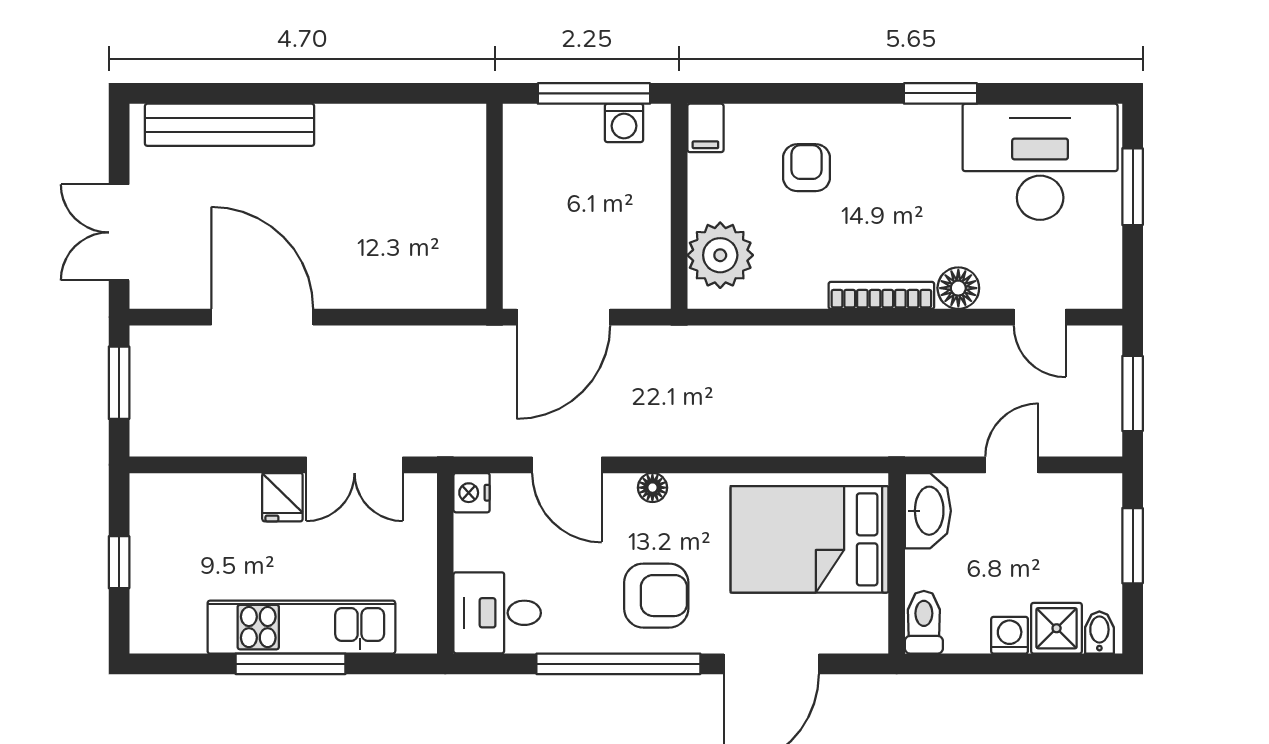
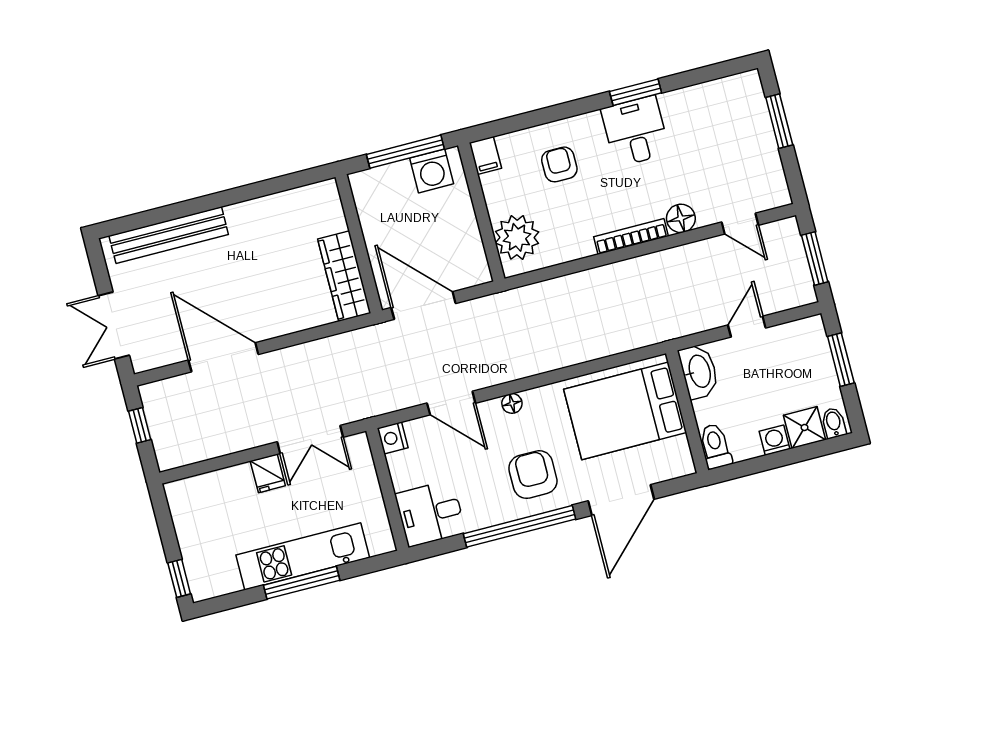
washing machine: (624, 123) -> (432, 171), width x1.38, depth x1.38
desk: (1040, 162) -> (635, 131), moved, width x0.53, depth x0.77
wardrobe: (462, 247) -> (344, 276), added
door: (563, 317) -> (423, 305), swing flipped
window: (119, 383) -> (140, 425), width x0.67
window: (119, 562) -> (179, 578), moved
armchair: (656, 596) -> (533, 475), turned -90

